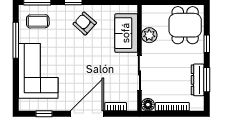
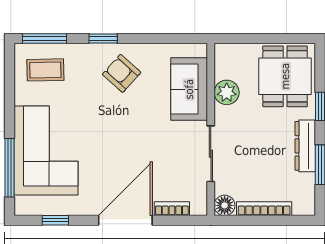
window: (16, 40) -> (9, 168), moved
dresser: (198, 80) -> (305, 146), moved

